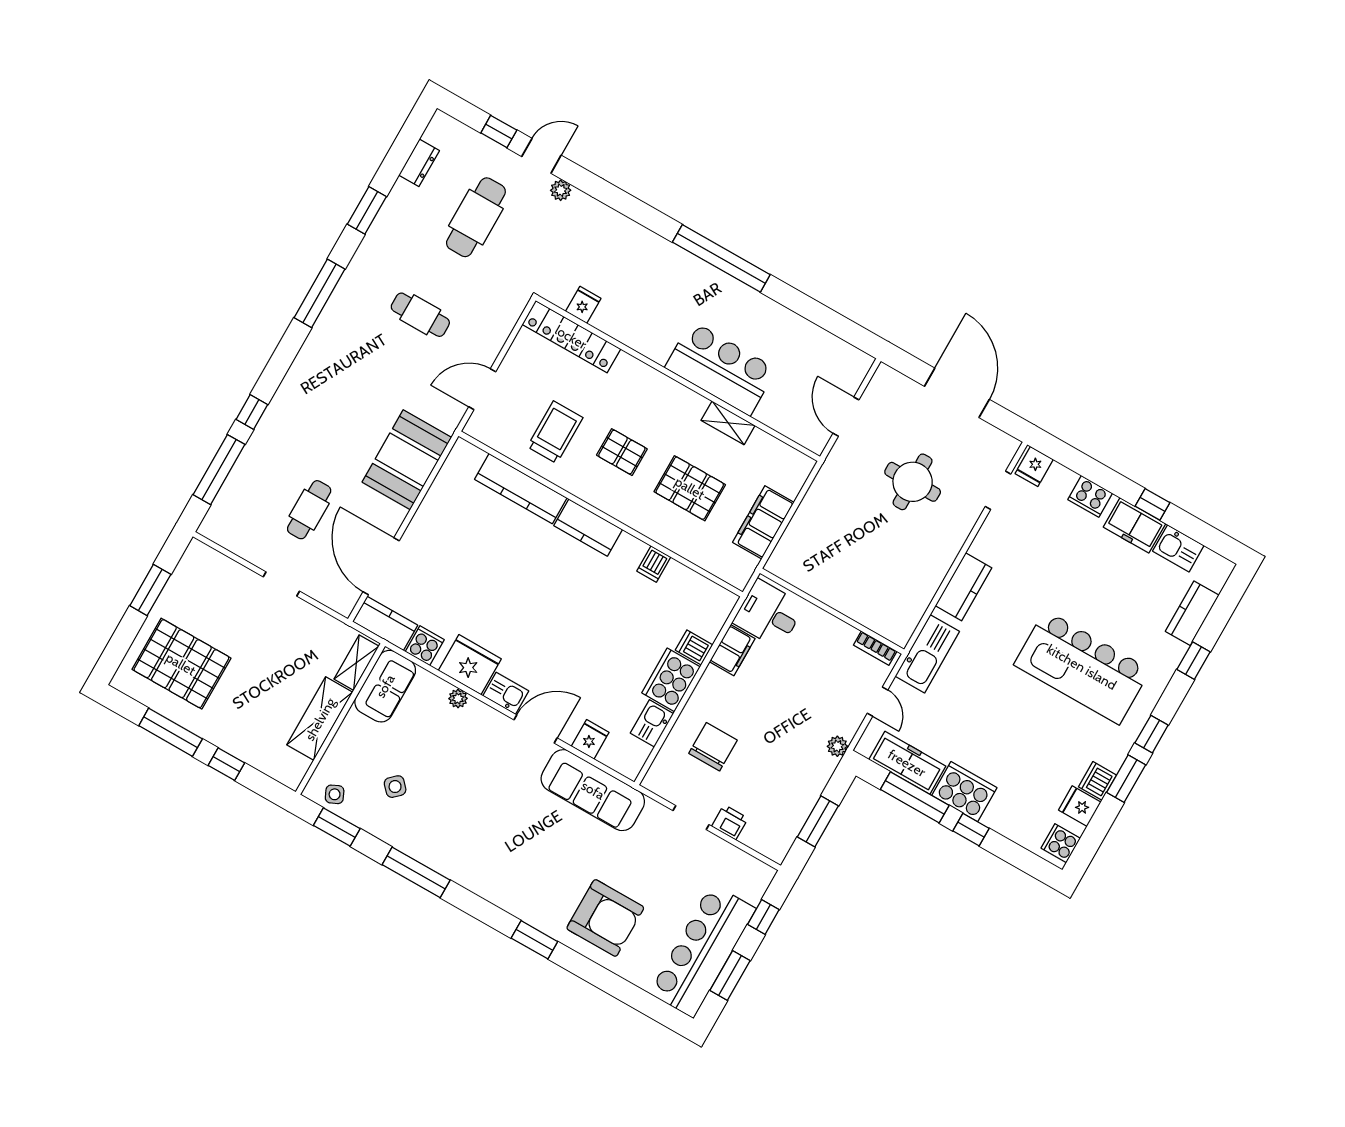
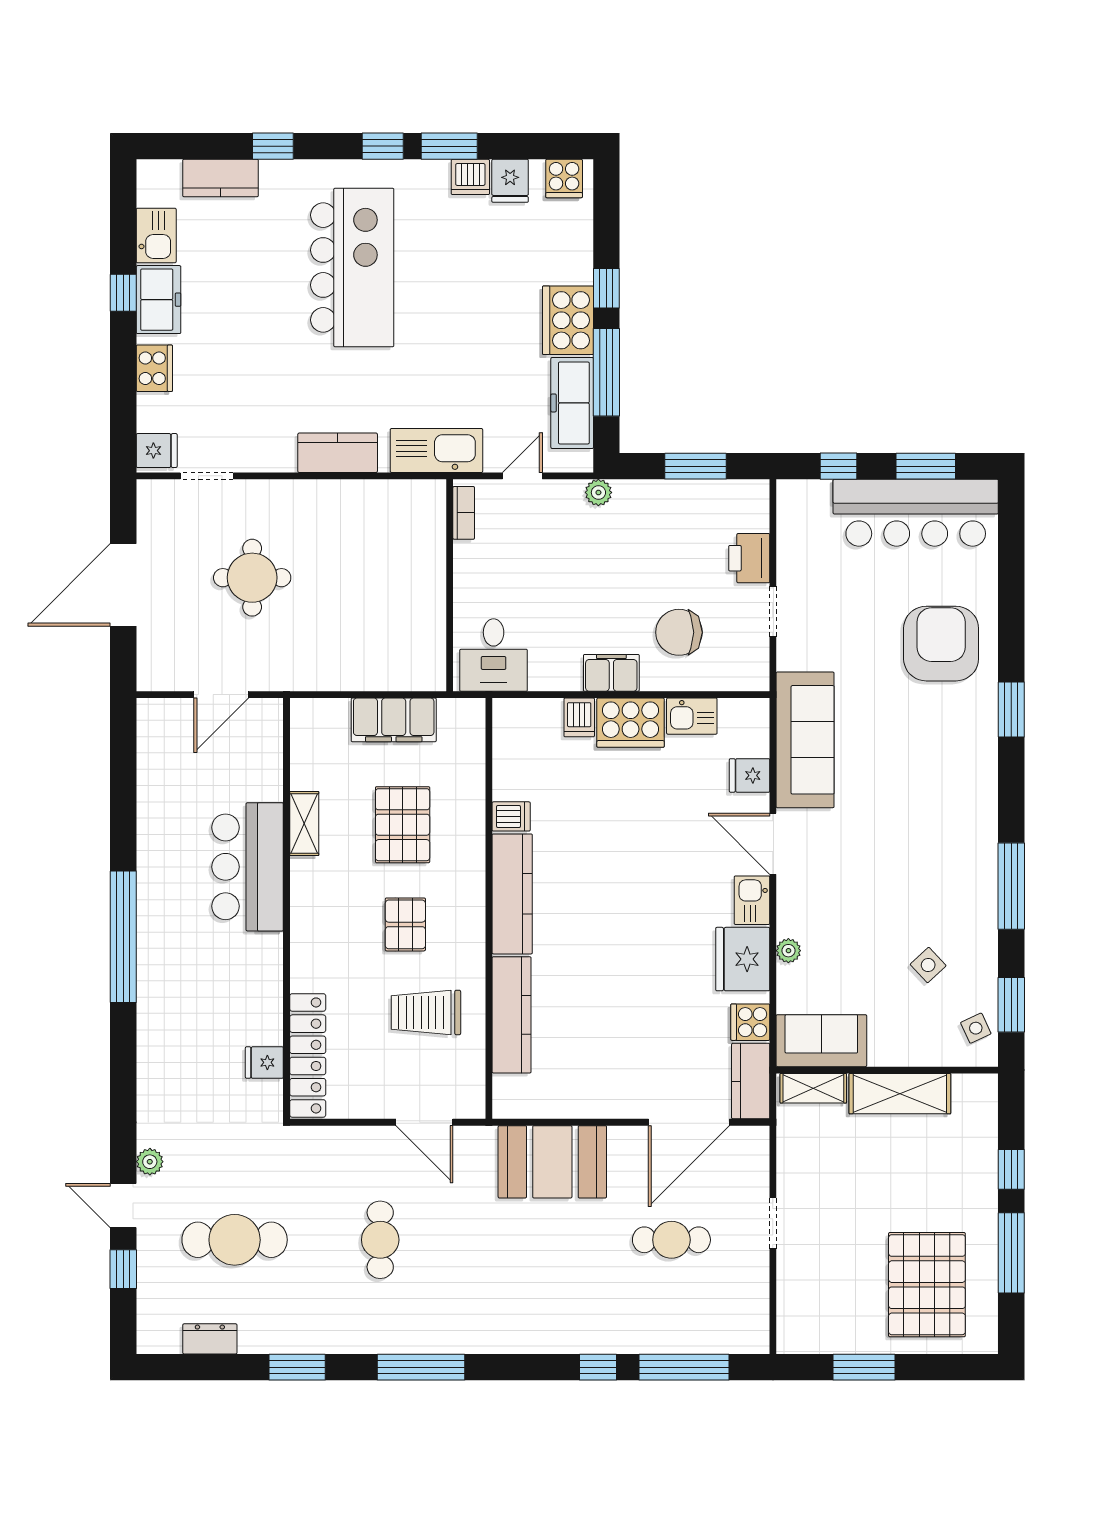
kitchen counter: (588, 528) -> (512, 894), width x1.50
filing cabinet: (732, 650) -> (611, 673), moved
printer: (730, 822) -> (749, 558), width x1.36, depth x1.24

